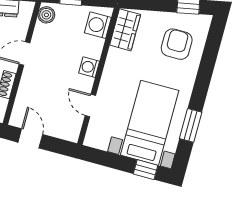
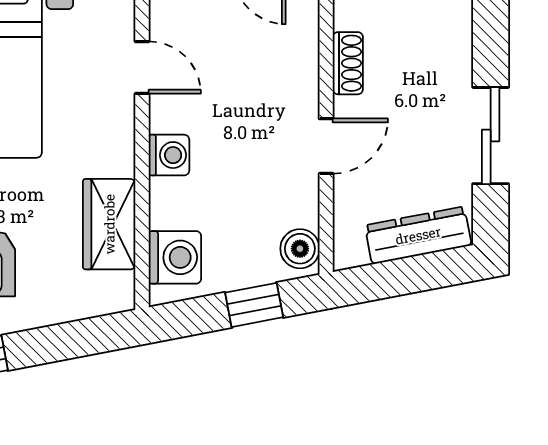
wardrobe: (125, 30) -> (109, 224), moved

